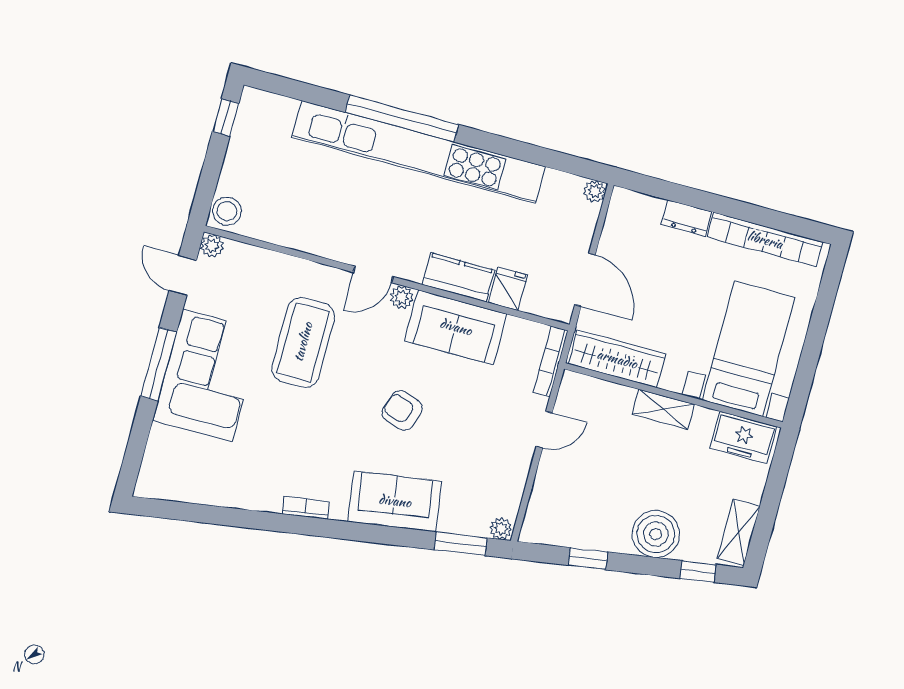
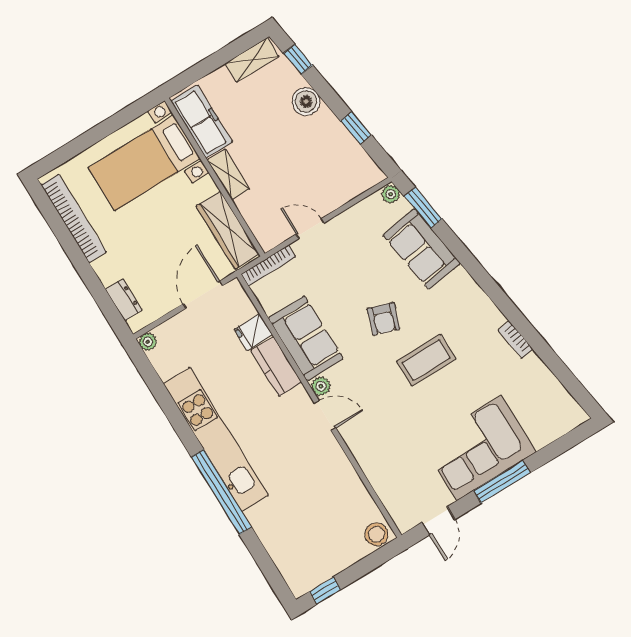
kitchen unit: (419, 152) -> (216, 440), width x0.73
dresser: (686, 218) -> (124, 300), moved
plant: (212, 246) -> (405, 522), removed
coffee table: (303, 342) -> (426, 360), moved, width x0.73, depth x0.76
freezer: (743, 437) -> (202, 122), width x1.40
sofa: (395, 501) -> (421, 249), moved
bookcase: (306, 508) -> (516, 340), moved
boiler: (656, 534) -> (306, 102), width x0.73, depth x0.73

